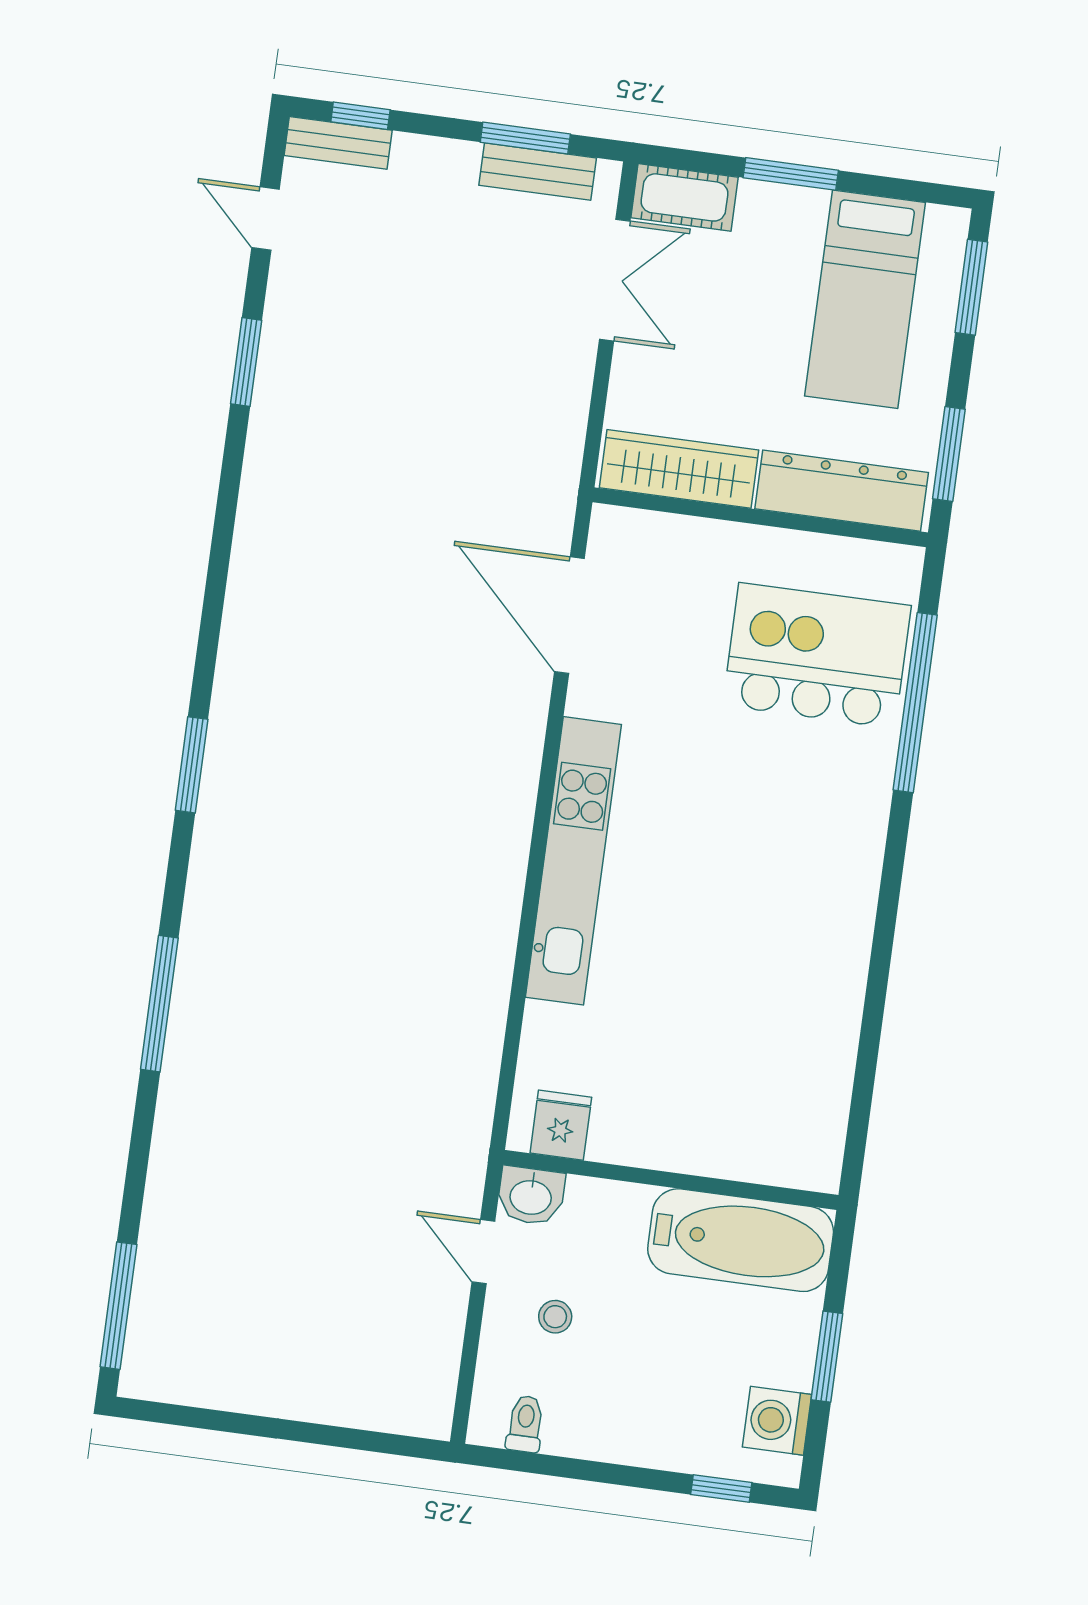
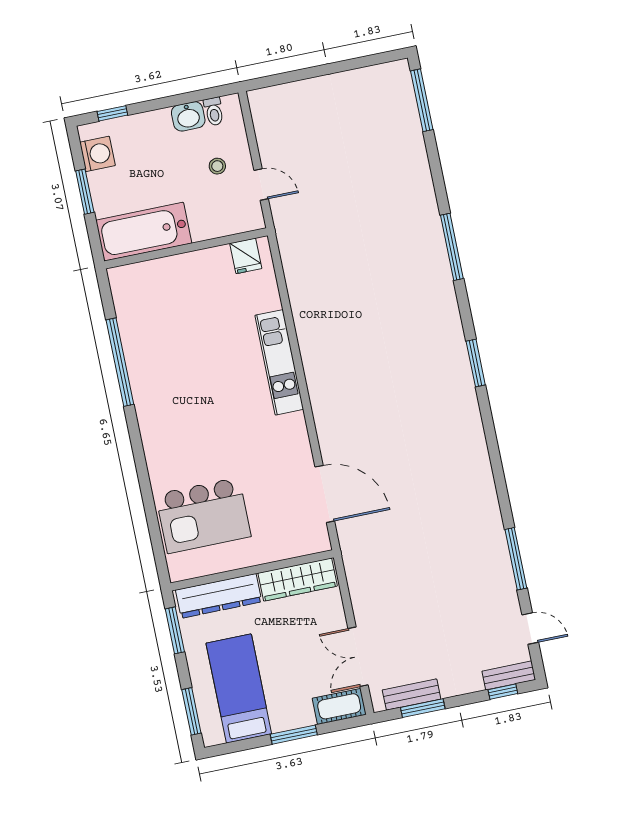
window: (246, 362) -> (516, 559), width x1.44
window: (915, 703) -> (120, 362), moved
kitchen unit: (573, 861) -> (279, 362), width x0.73
washbasin: (531, 1196) -> (188, 116), moved, turned 180

